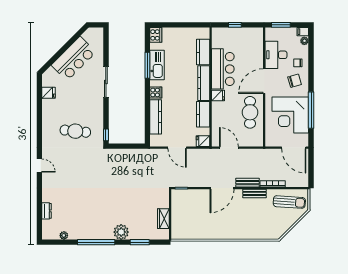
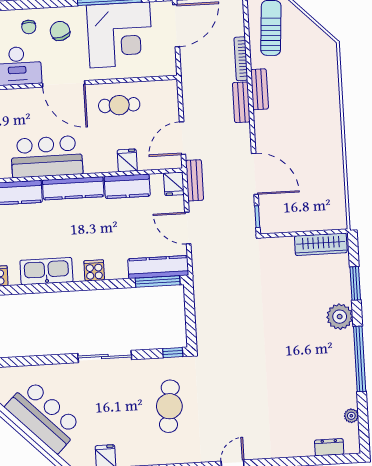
window: (147, 65) -> (158, 281), moved
sliding door: (106, 82) -> (105, 357), moved
fridge: (218, 95) -> (127, 160), moved
cafe table: (250, 112) -> (119, 105), width x0.73, depth x0.74
kitchen counter: (156, 117) -> (158, 267), moved
door: (177, 148) -> (188, 228), swing flipped
bench: (204, 153) -> (195, 180), added
door: (222, 188) -> (255, 174), moved
dresser: (46, 211) -> (329, 447), moved
wardrobe: (163, 219) -> (321, 244), width x1.50

